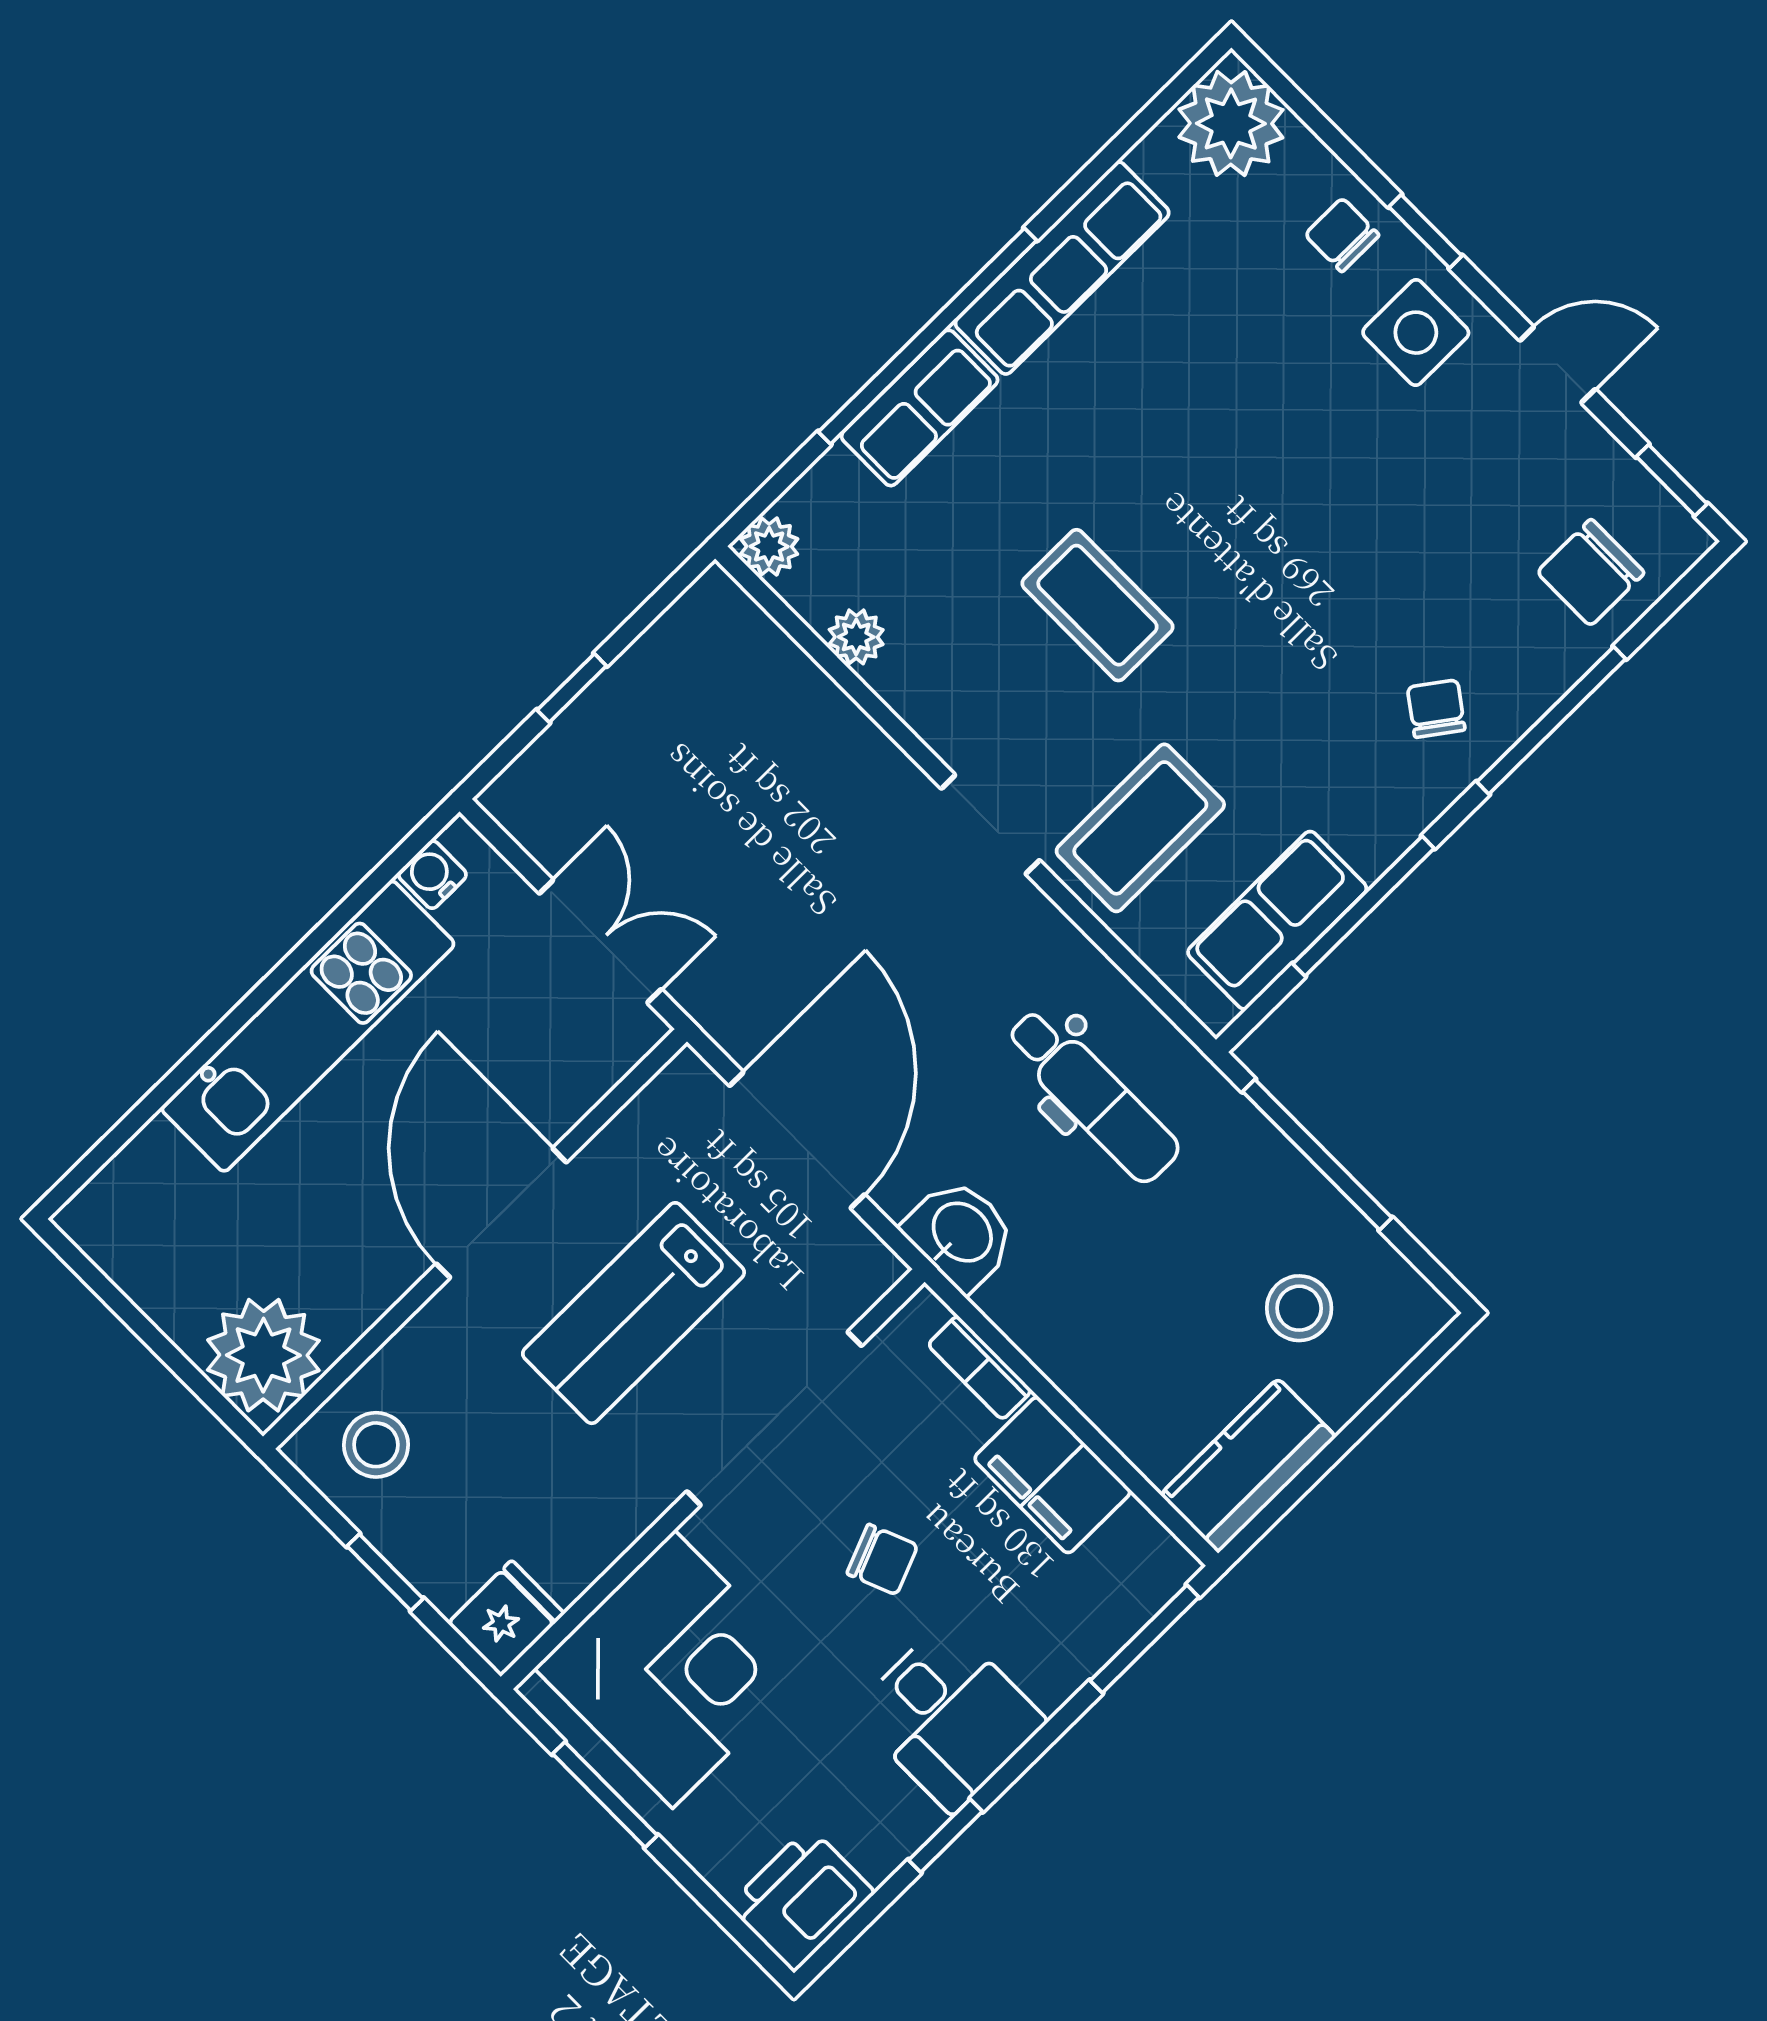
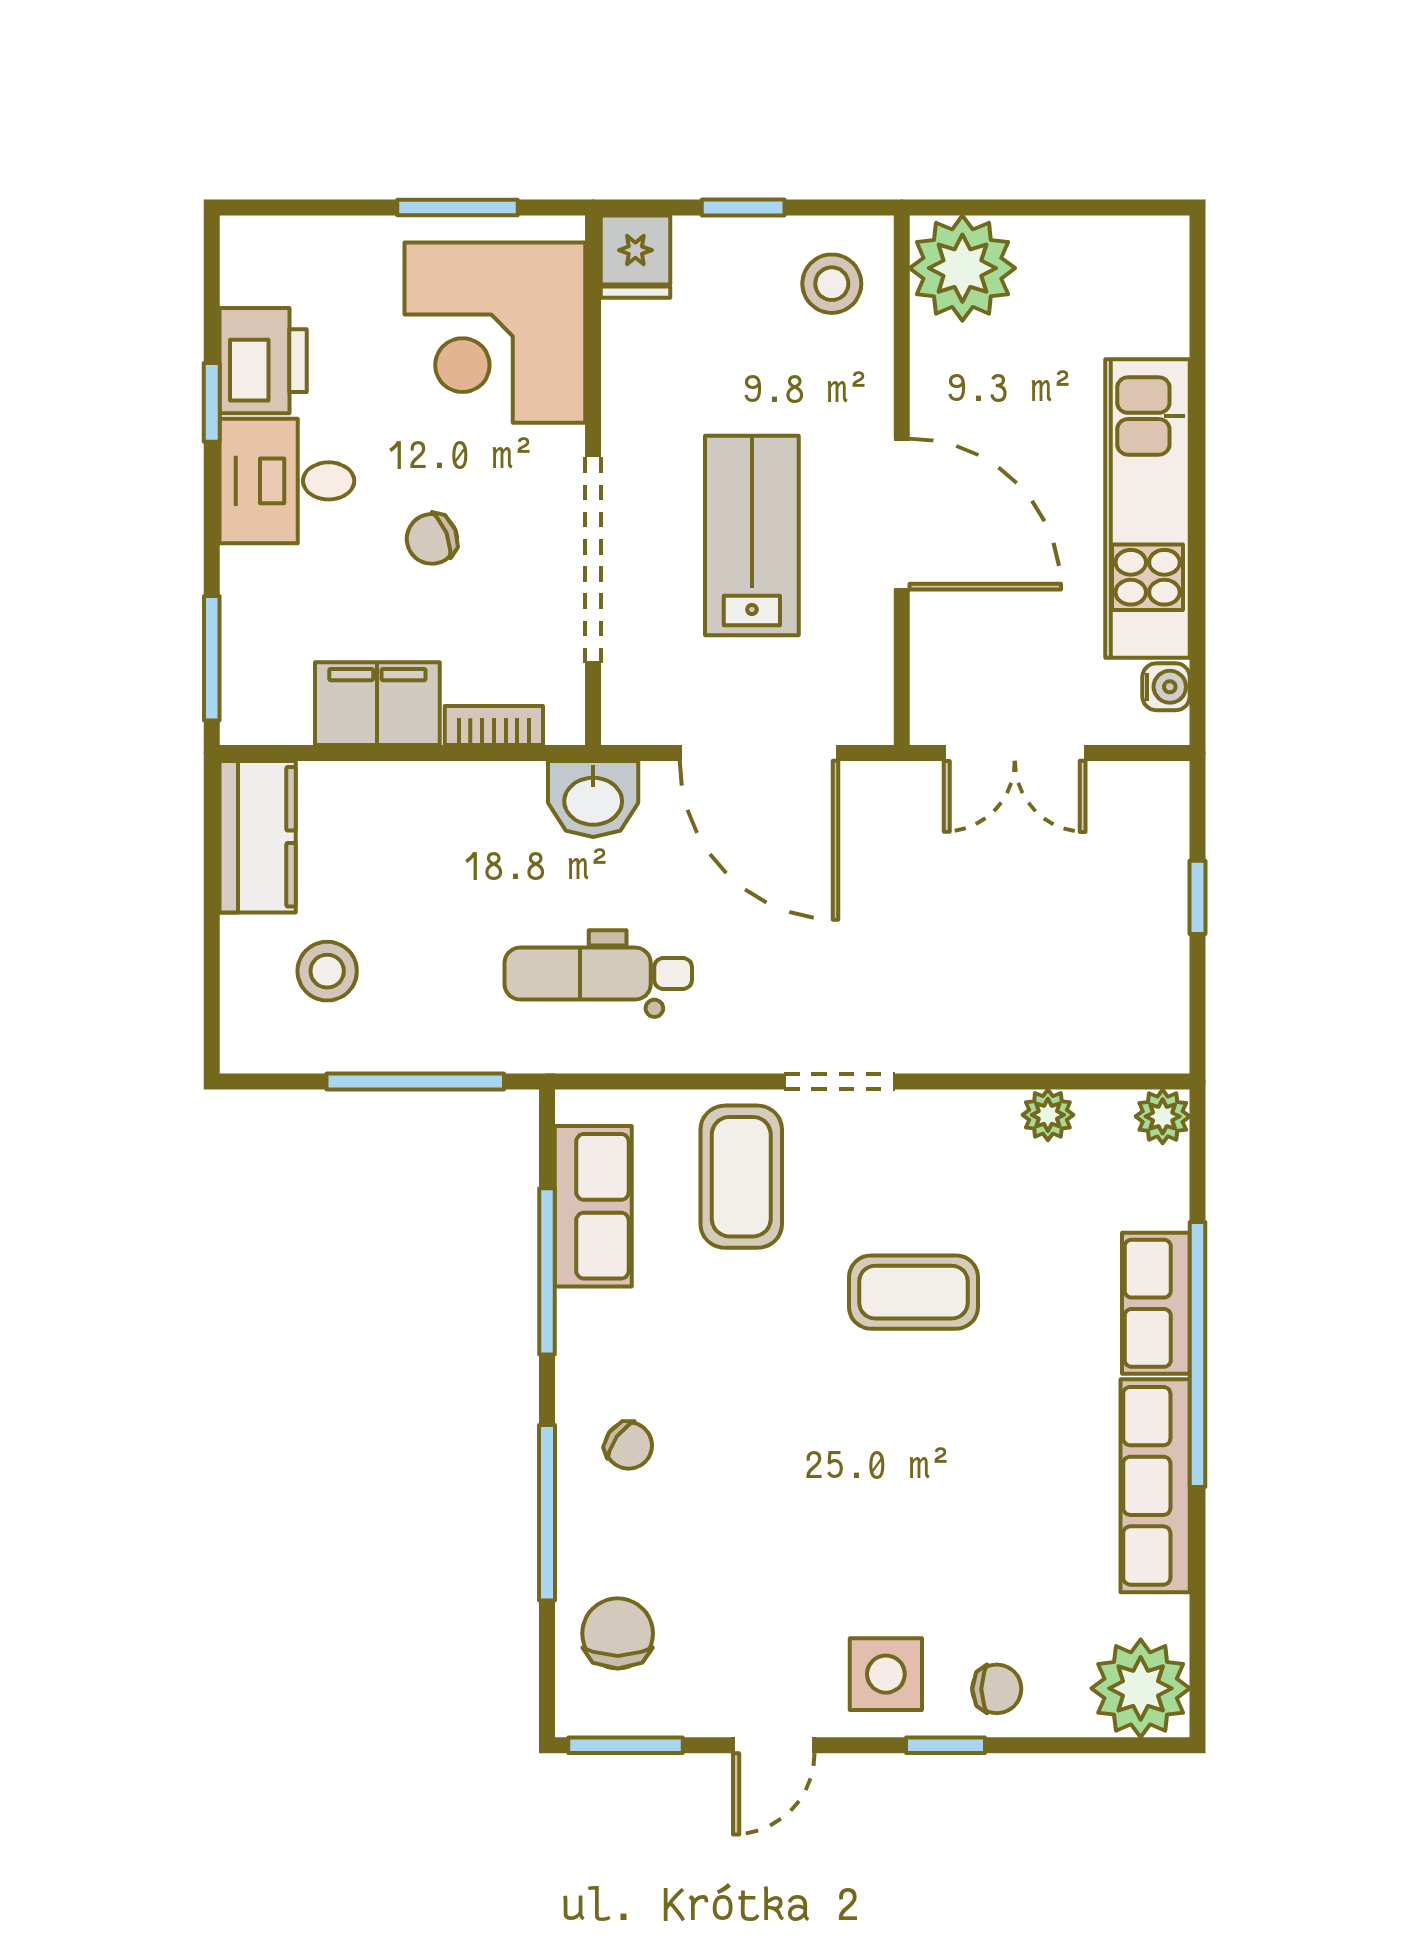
window: (1672, 480) -> (625, 1745), width x1.50
printer: (802, 1899) -> (263, 361), moved

